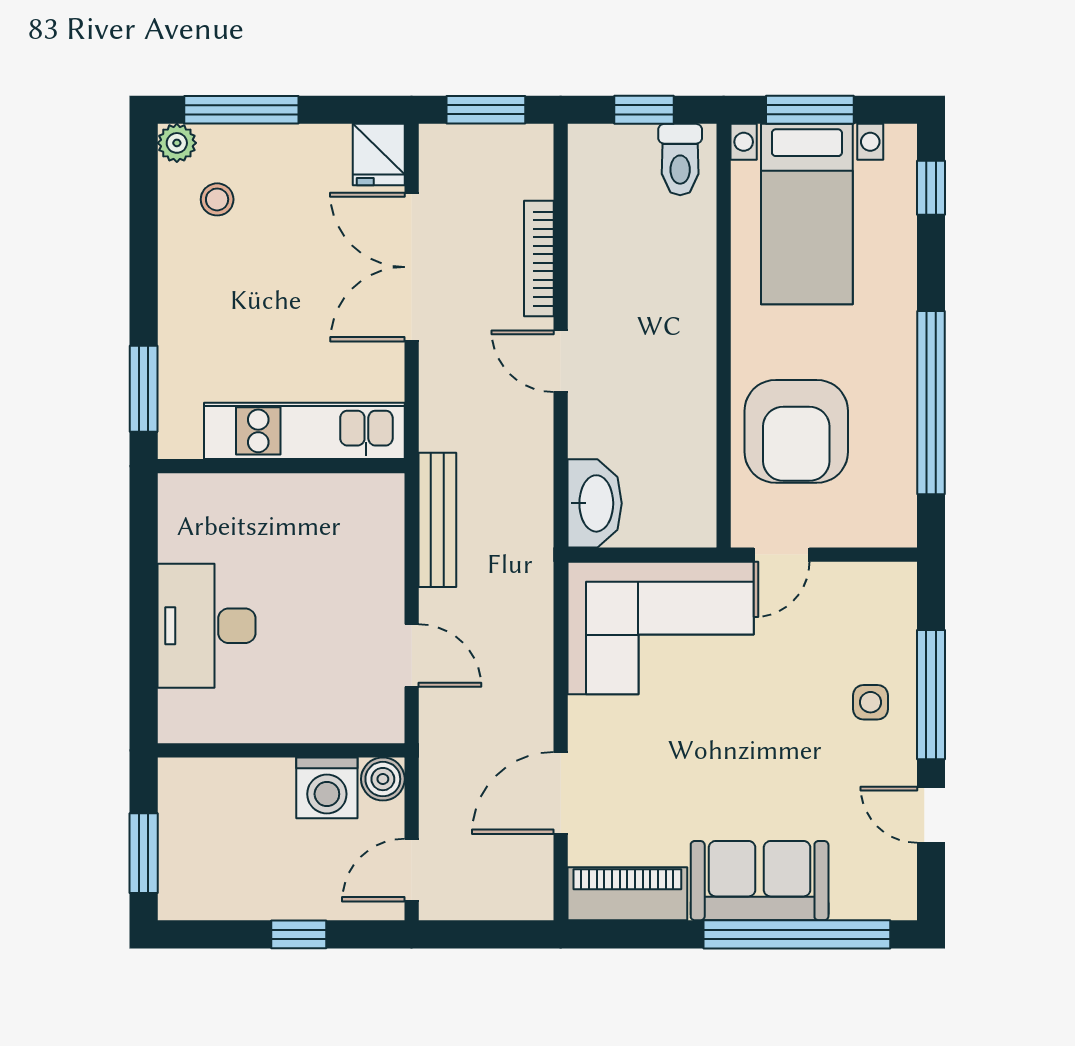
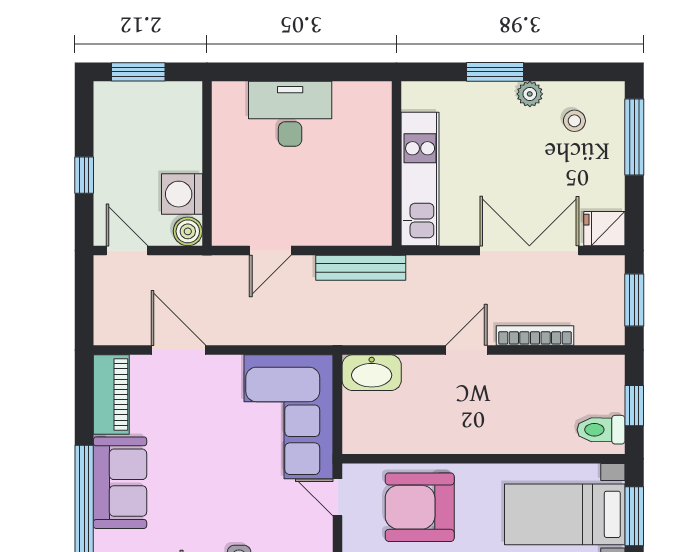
plant: (177, 143) -> (530, 94), moved
window: (144, 389) -> (495, 72), moved

